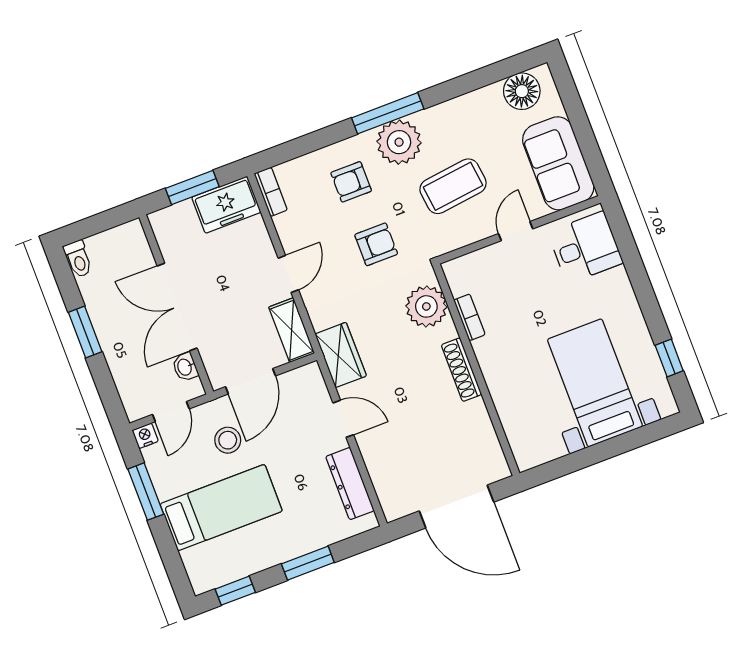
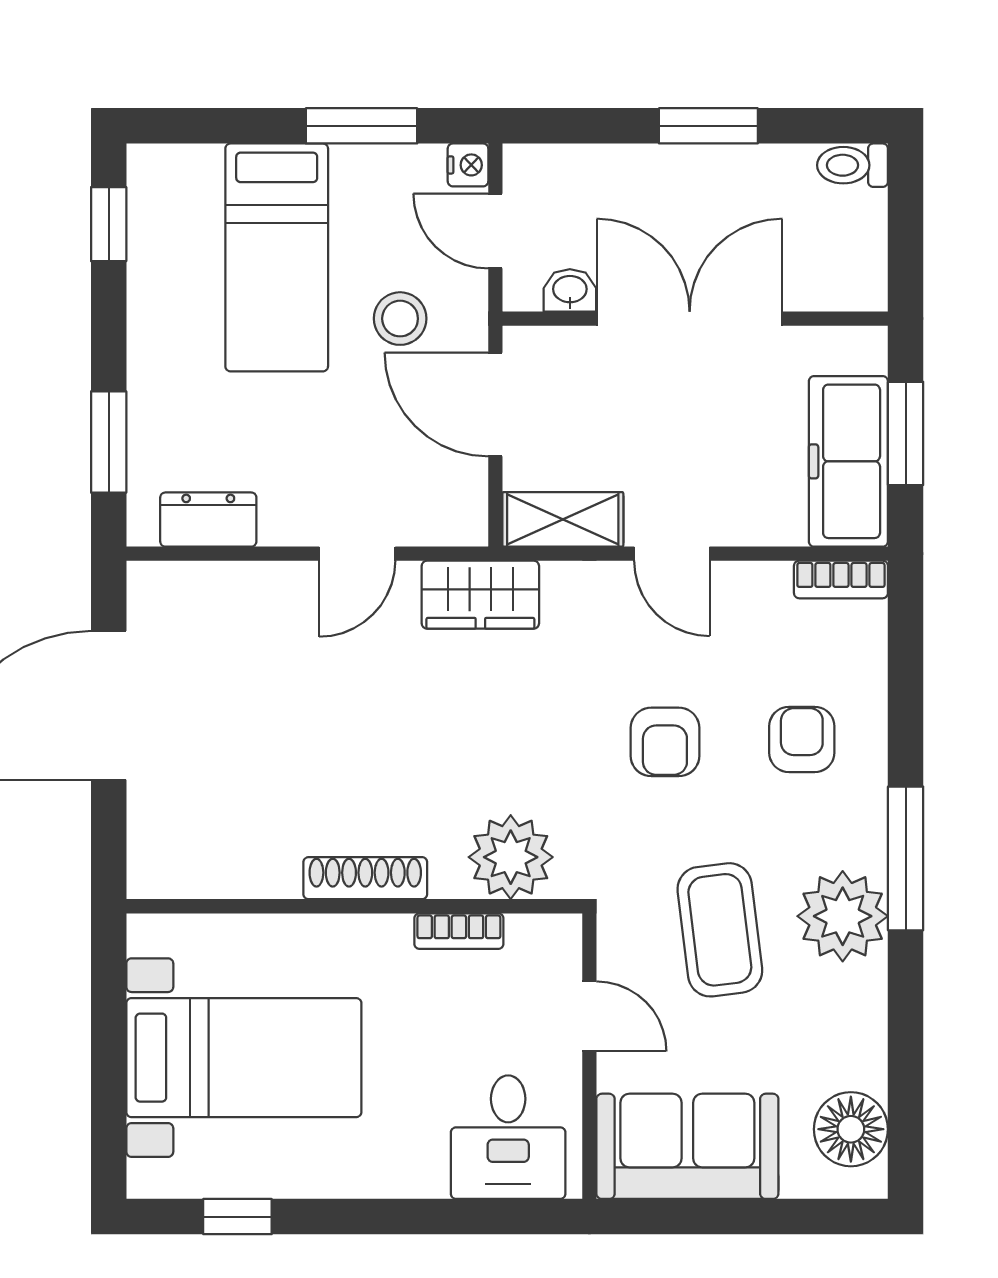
plant: (399, 142) -> (843, 916), moved
freezer: (226, 205) -> (848, 461), width x1.40
plant: (426, 306) -> (511, 857), moved
bookcase: (469, 317) -> (459, 931), moved
shoe rack: (461, 370) -> (365, 878), moved
wall: (476, 370) -> (354, 906), moved
dresser: (350, 484) -> (208, 520), width x0.70
window: (308, 563) -> (109, 442), moved

